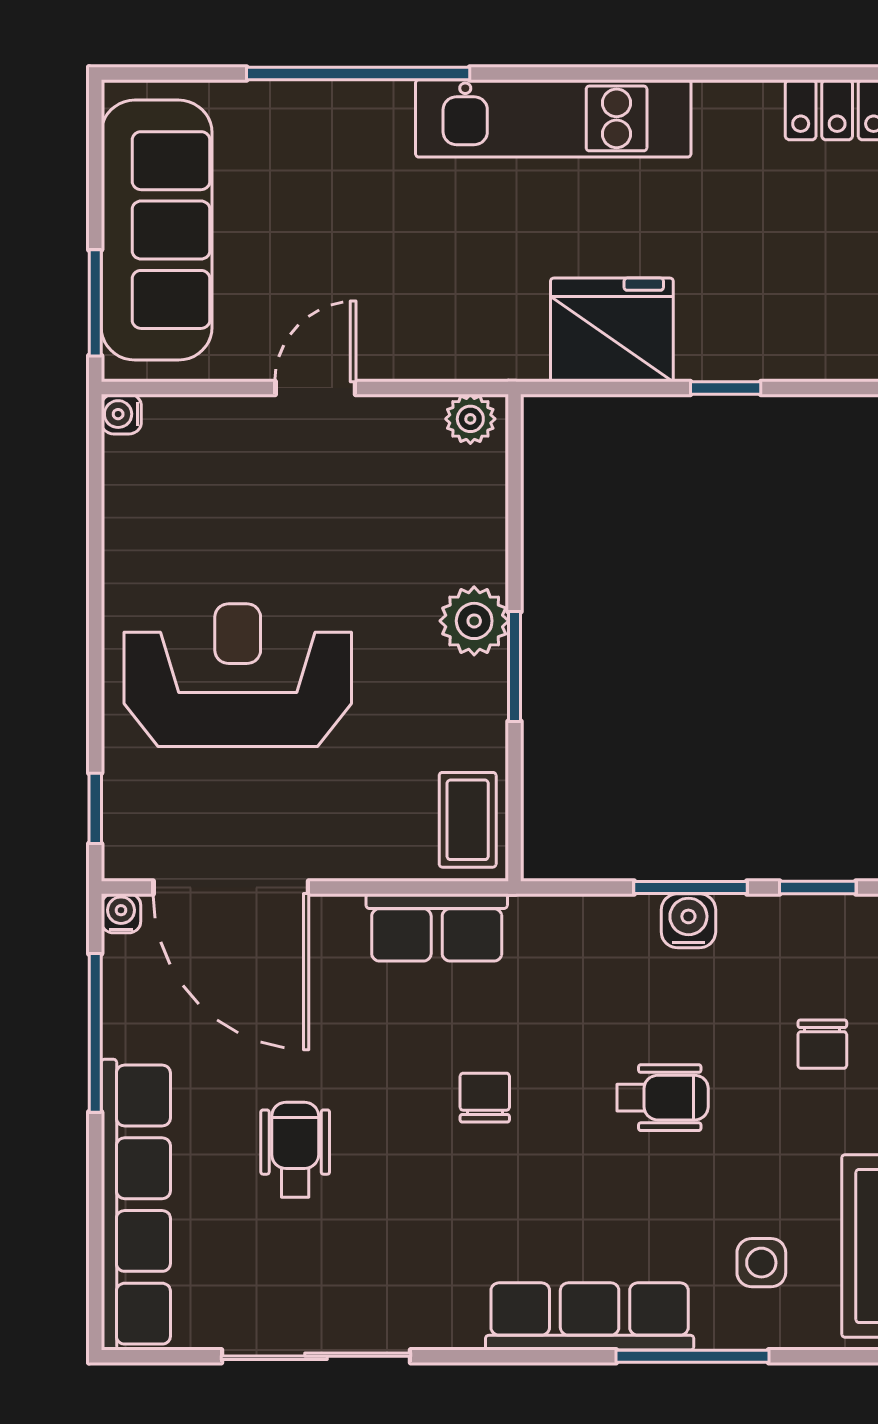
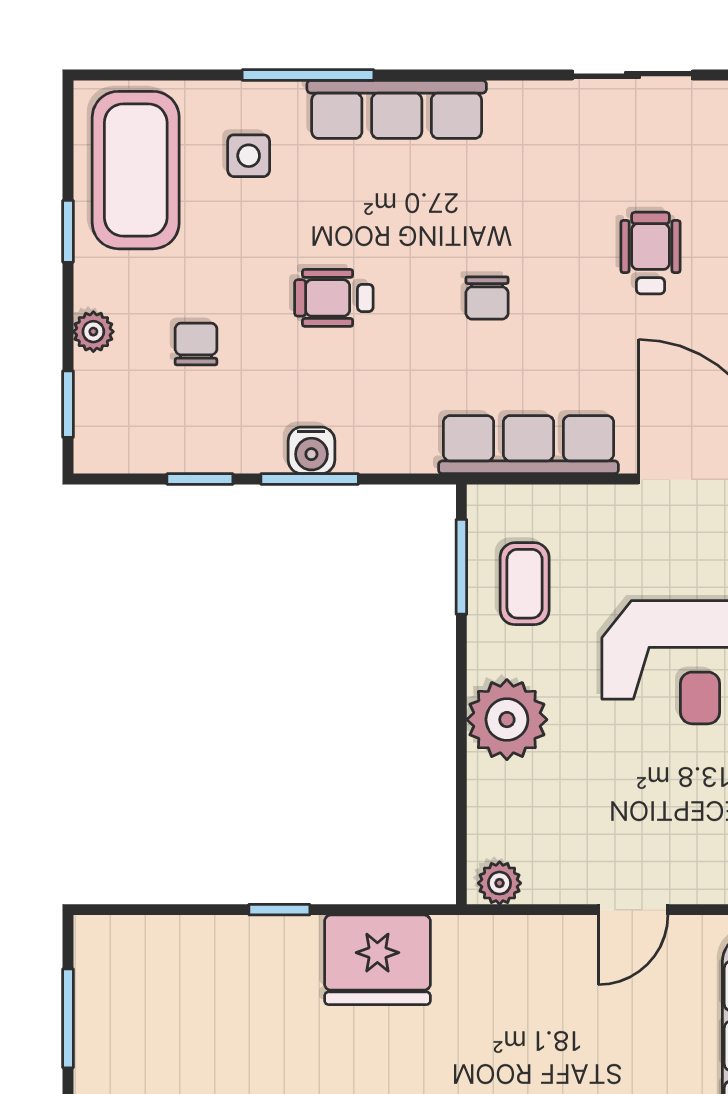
plant: (474, 621) -> (507, 720), width x1.36, depth x1.36
window: (515, 667) -> (461, 567), moved
coffee table: (468, 820) -> (525, 584), moved
row of seats: (437, 927) -> (528, 445), width x1.48
wheelchair: (295, 1150) -> (650, 253), turned 180
sliding door: (316, 1356) -> (633, 75), width x0.73

